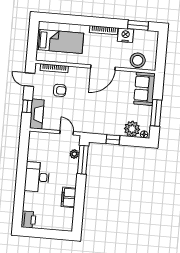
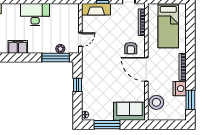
armchair: (60, 90) -> (131, 48), moved
plant: (132, 129) -> (89, 103), removed

